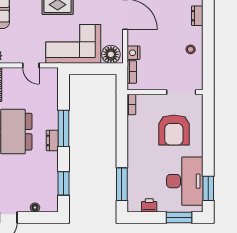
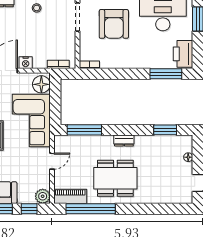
nightstand: (133, 53) -> (26, 63), moved
window: (63, 128) -> (84, 130), moved
armchair: (174, 130) -> (114, 24), turned 90
printer: (149, 205) -> (183, 54), width x1.87, depth x1.48

